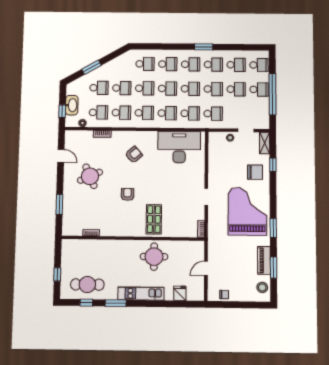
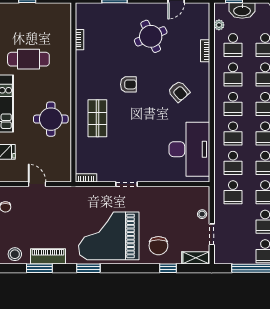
grand piano: (247, 211) -> (109, 236), turned 180
shop shelf: (154, 219) -> (97, 118), turned 90
cafe table: (87, 285) -> (28, 59), moved, turned 90

